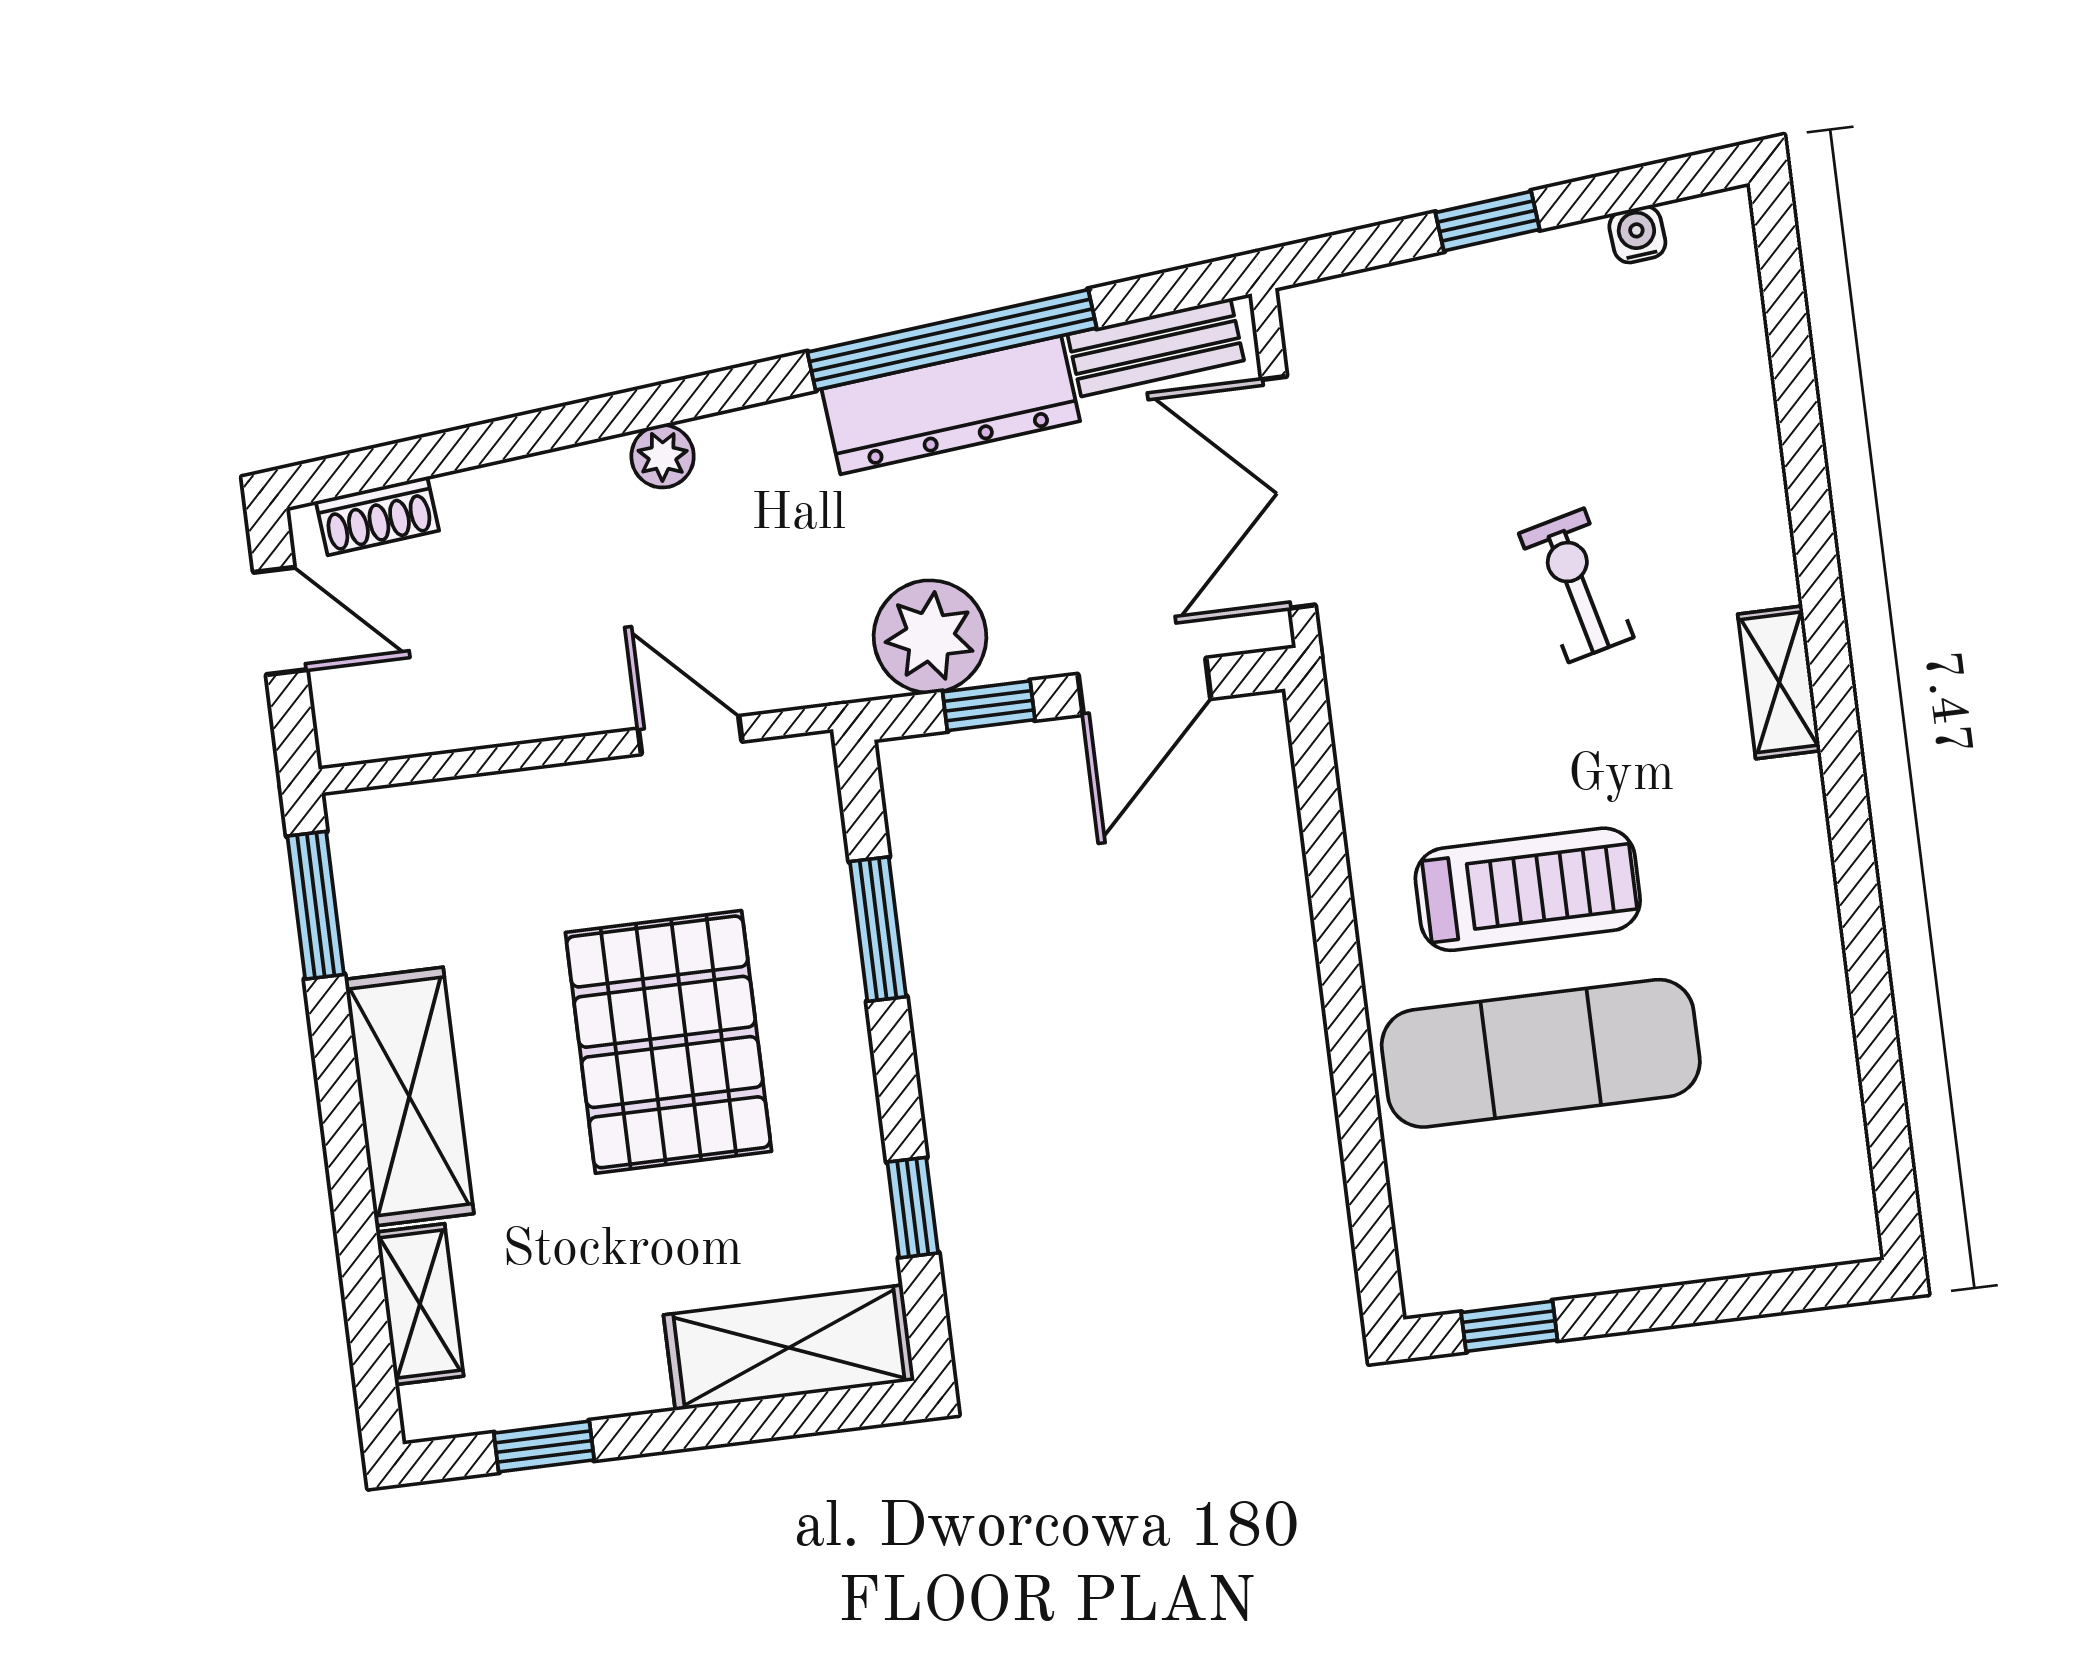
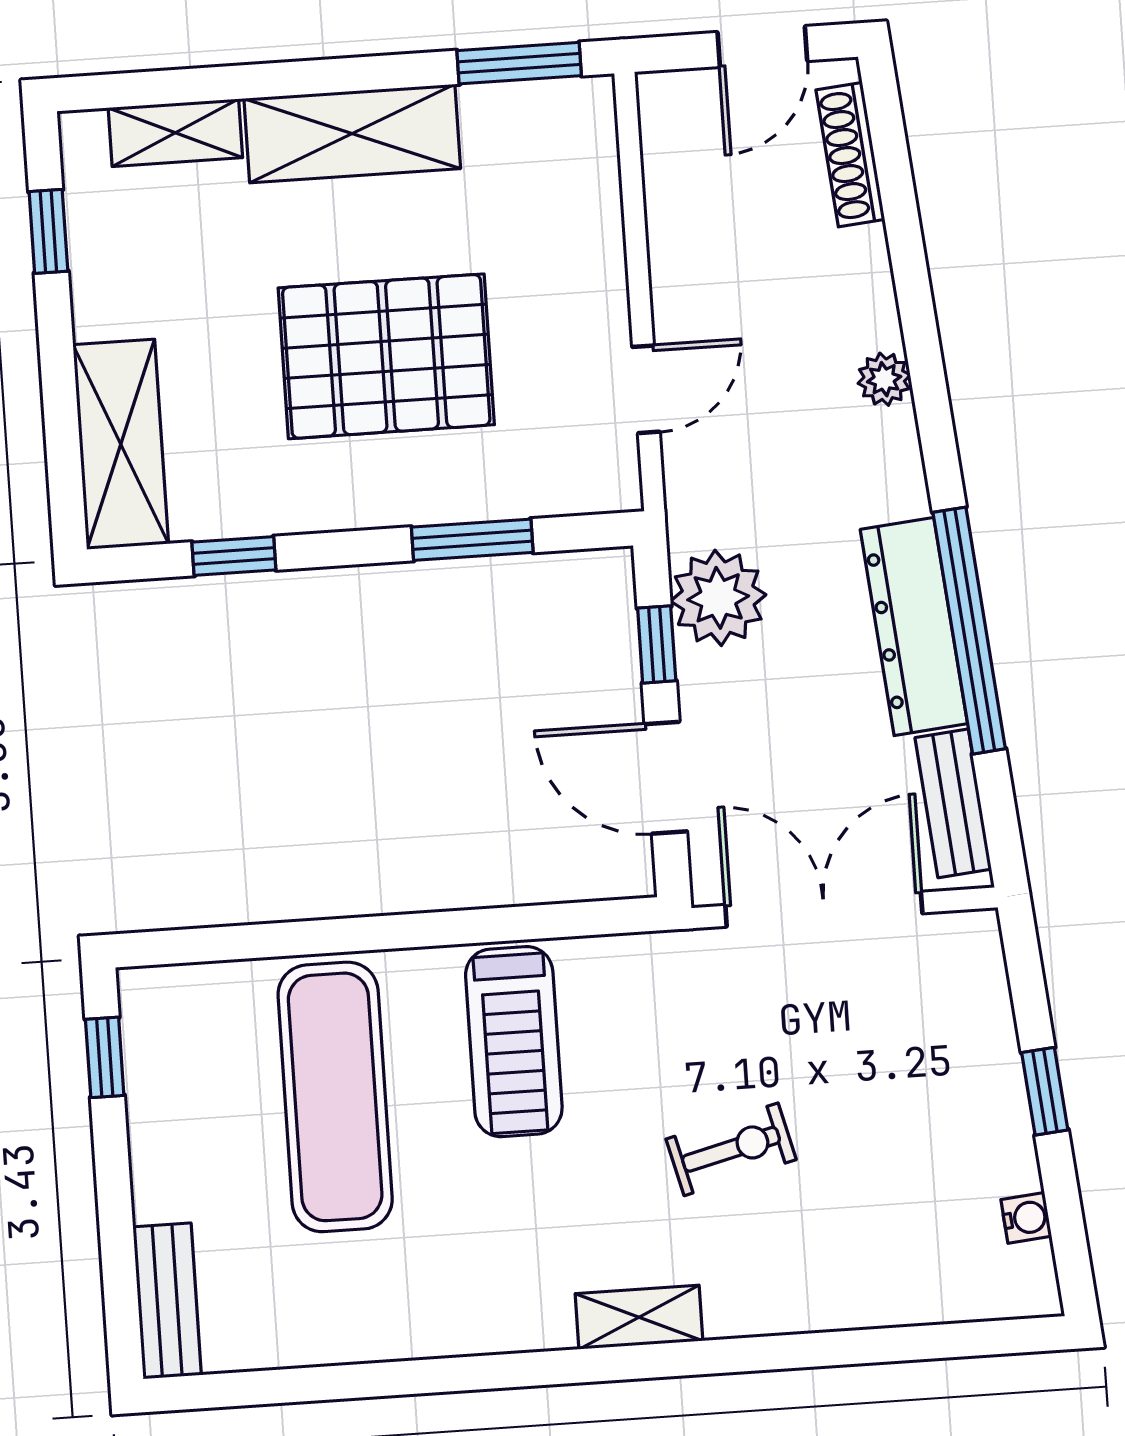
shoe rack: (377, 516) -> (850, 155), width x1.43
treadmill: (1528, 889) -> (514, 1042), moved
bench: (1791, 1237) -> (167, 1301), added

